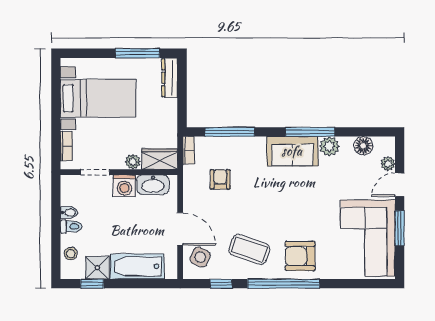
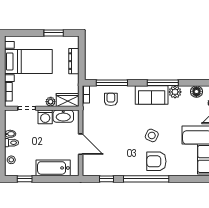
window: (138, 53) -> (54, 33), width x0.69
dresser: (170, 78) -> (74, 61), moved
armchair: (220, 179) -> (111, 99), moved
coffee table: (249, 249) -> (124, 157), removed
side table: (200, 257) -> (152, 135), moved
shower: (97, 268) -> (28, 169), removed

